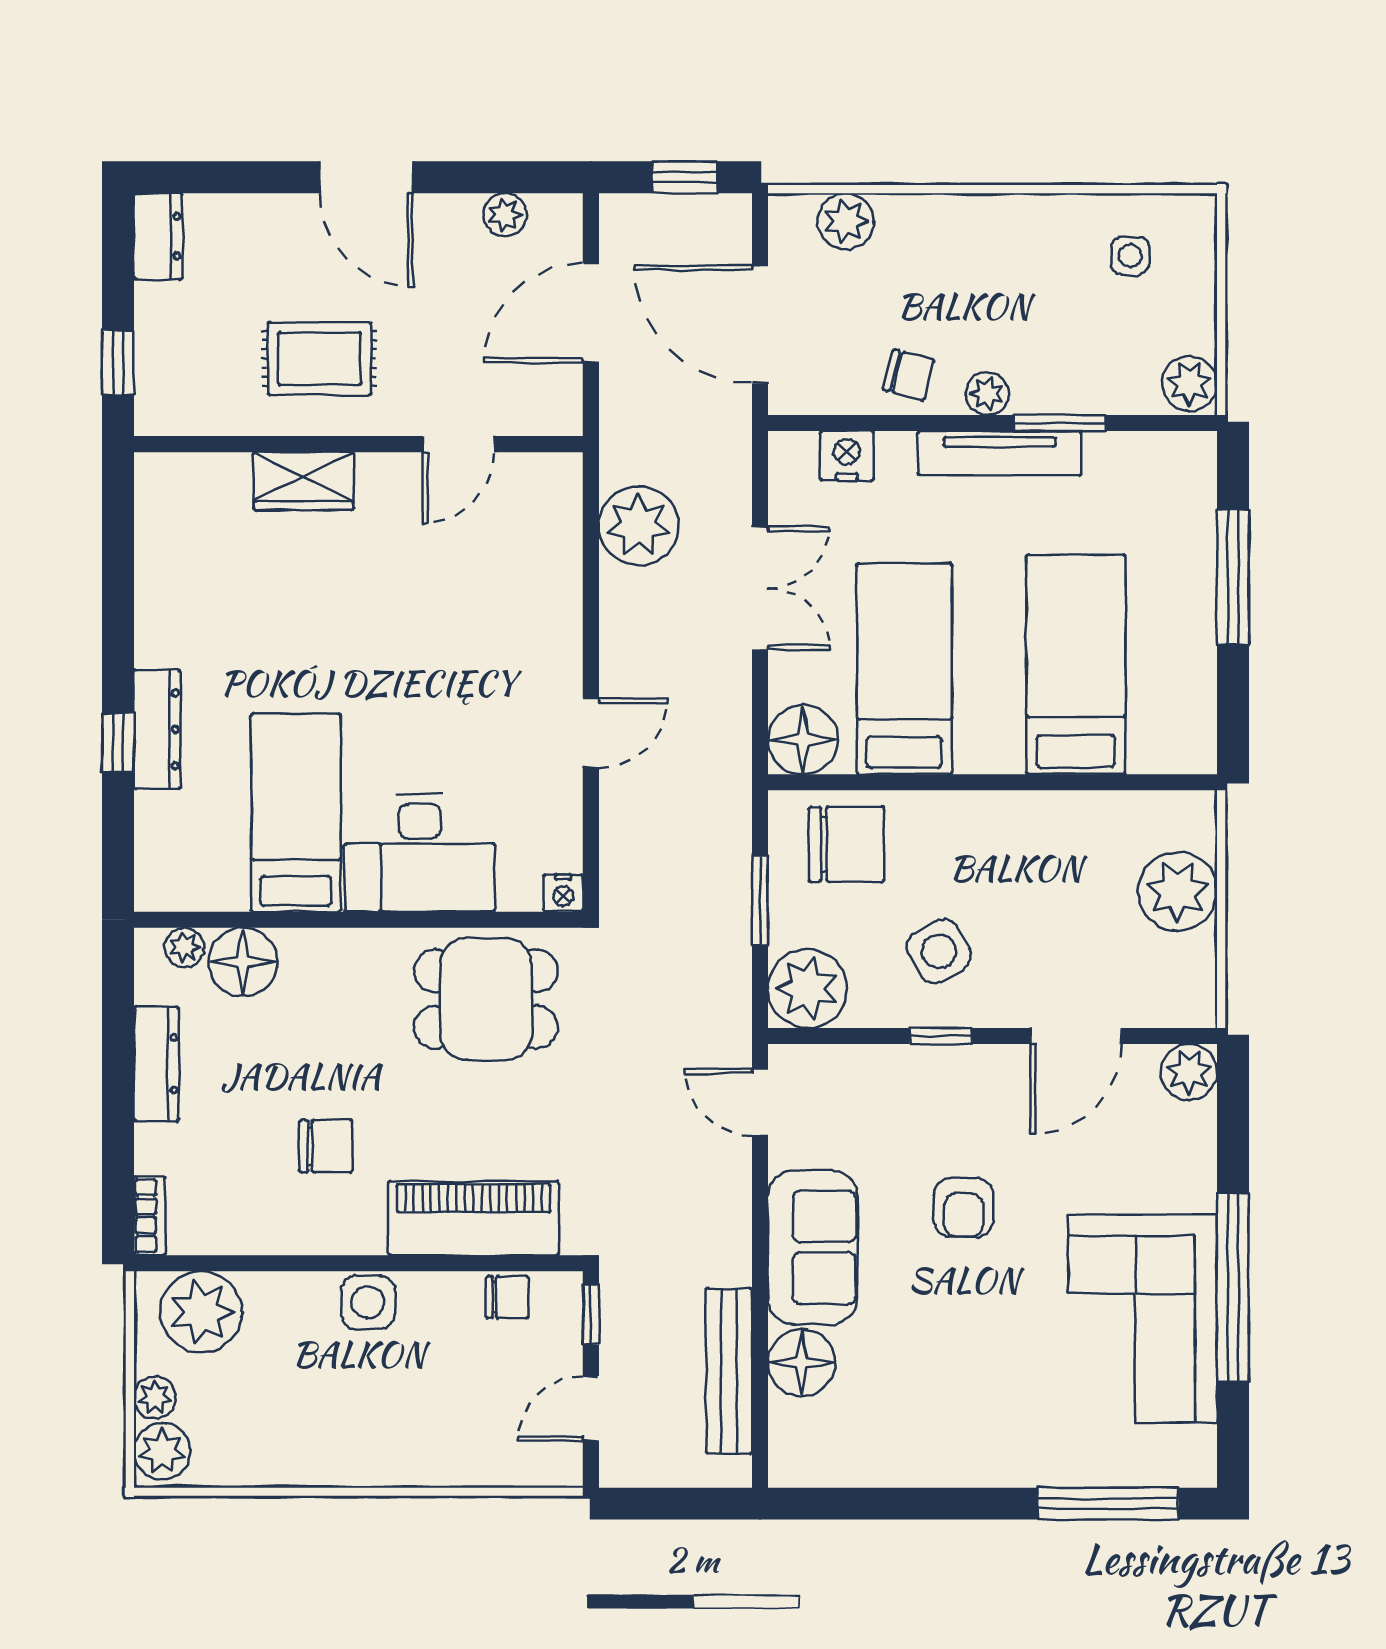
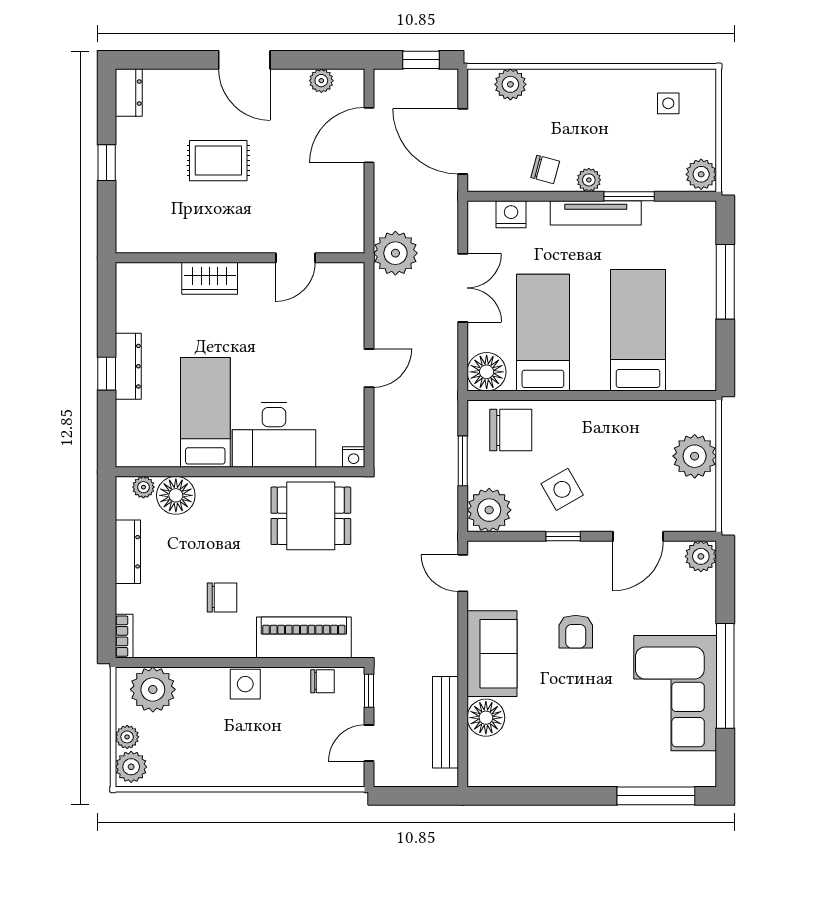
wall: (358, 444) -> (240, 258), moved
door: (458, 444) -> (295, 258), moved
wardrobe: (304, 481) -> (210, 278), moved

